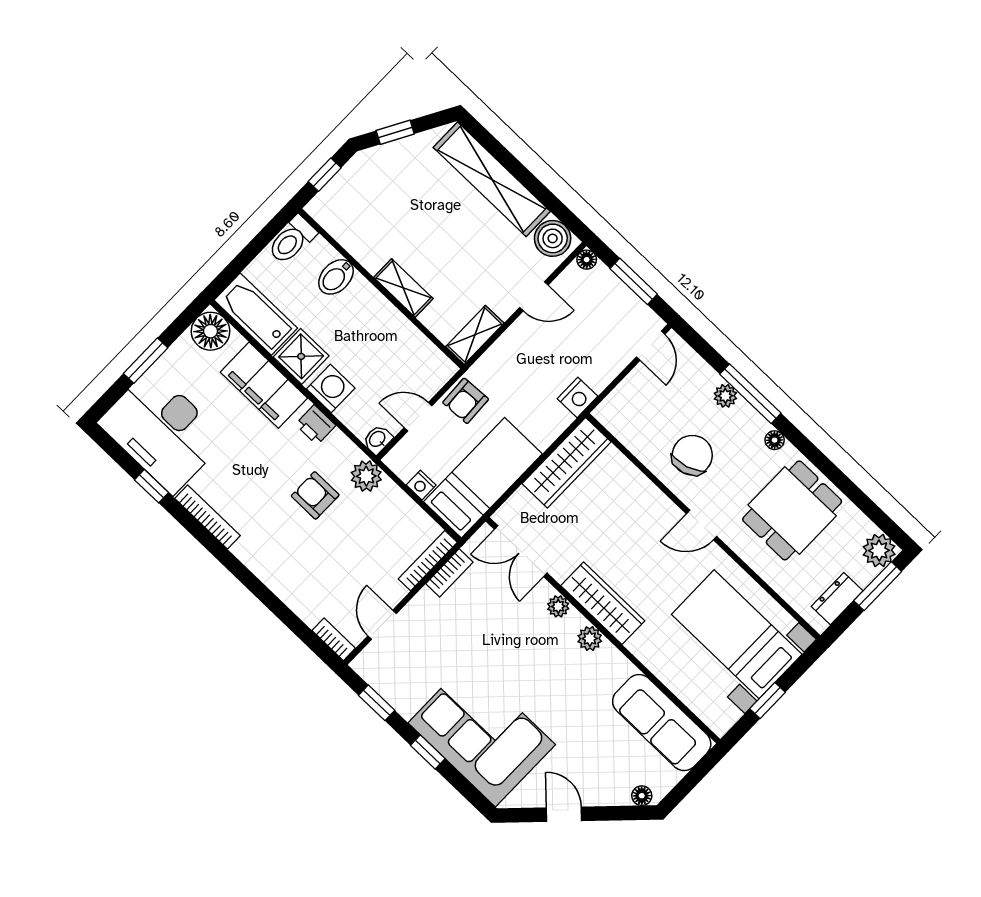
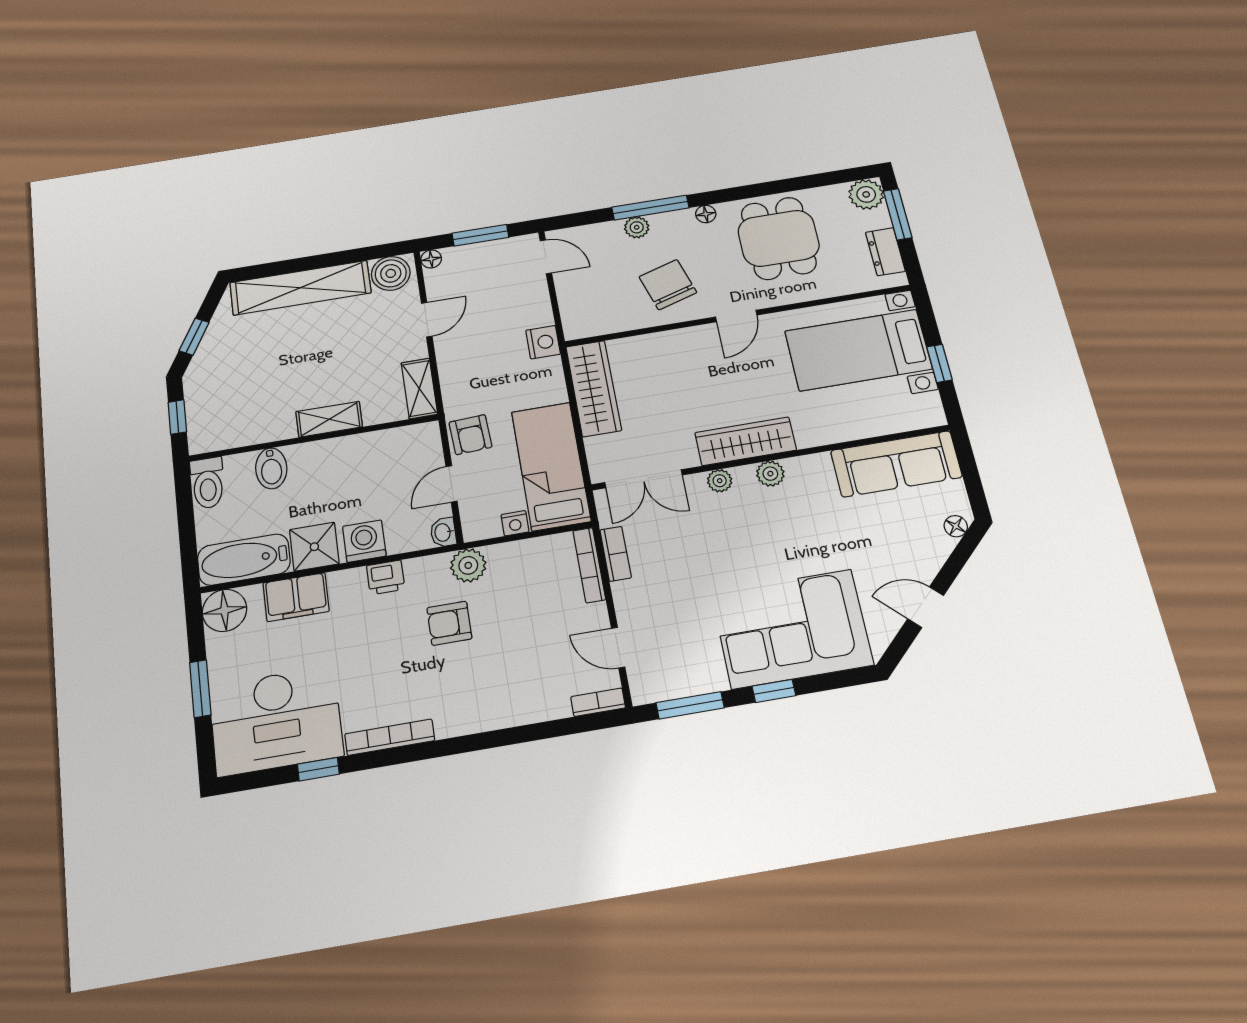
filing cabinet: (264, 385) -> (296, 597), width x0.67, depth x0.86
window: (377, 703) -> (690, 705), width x1.50

